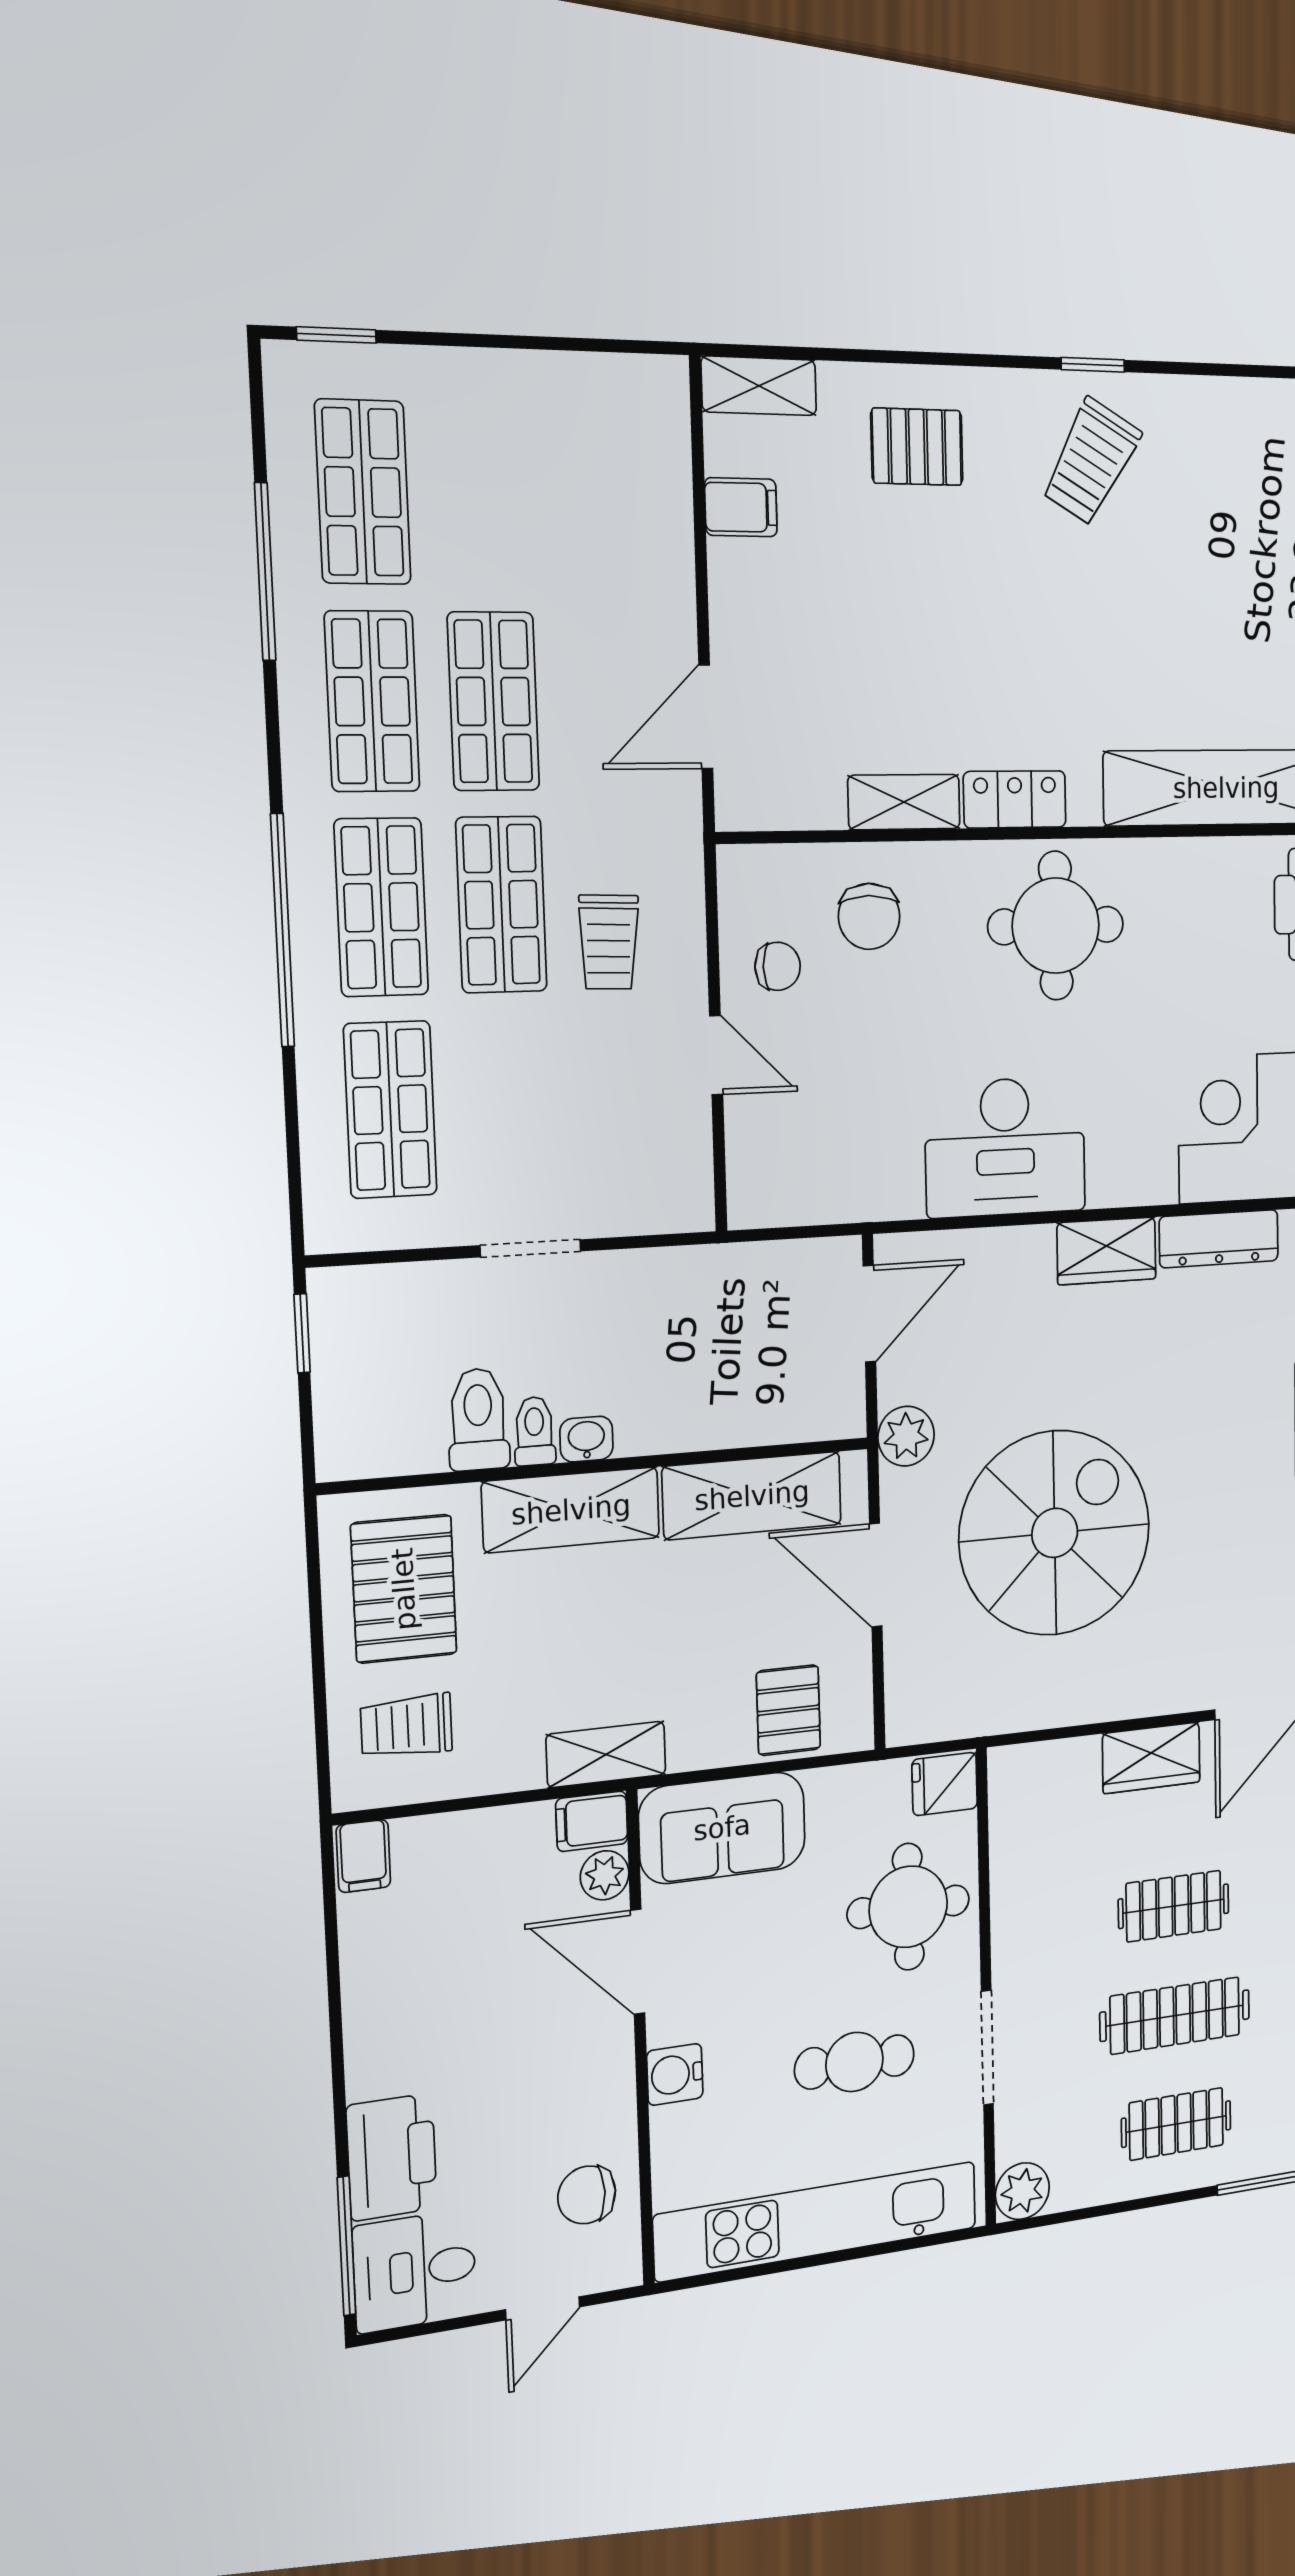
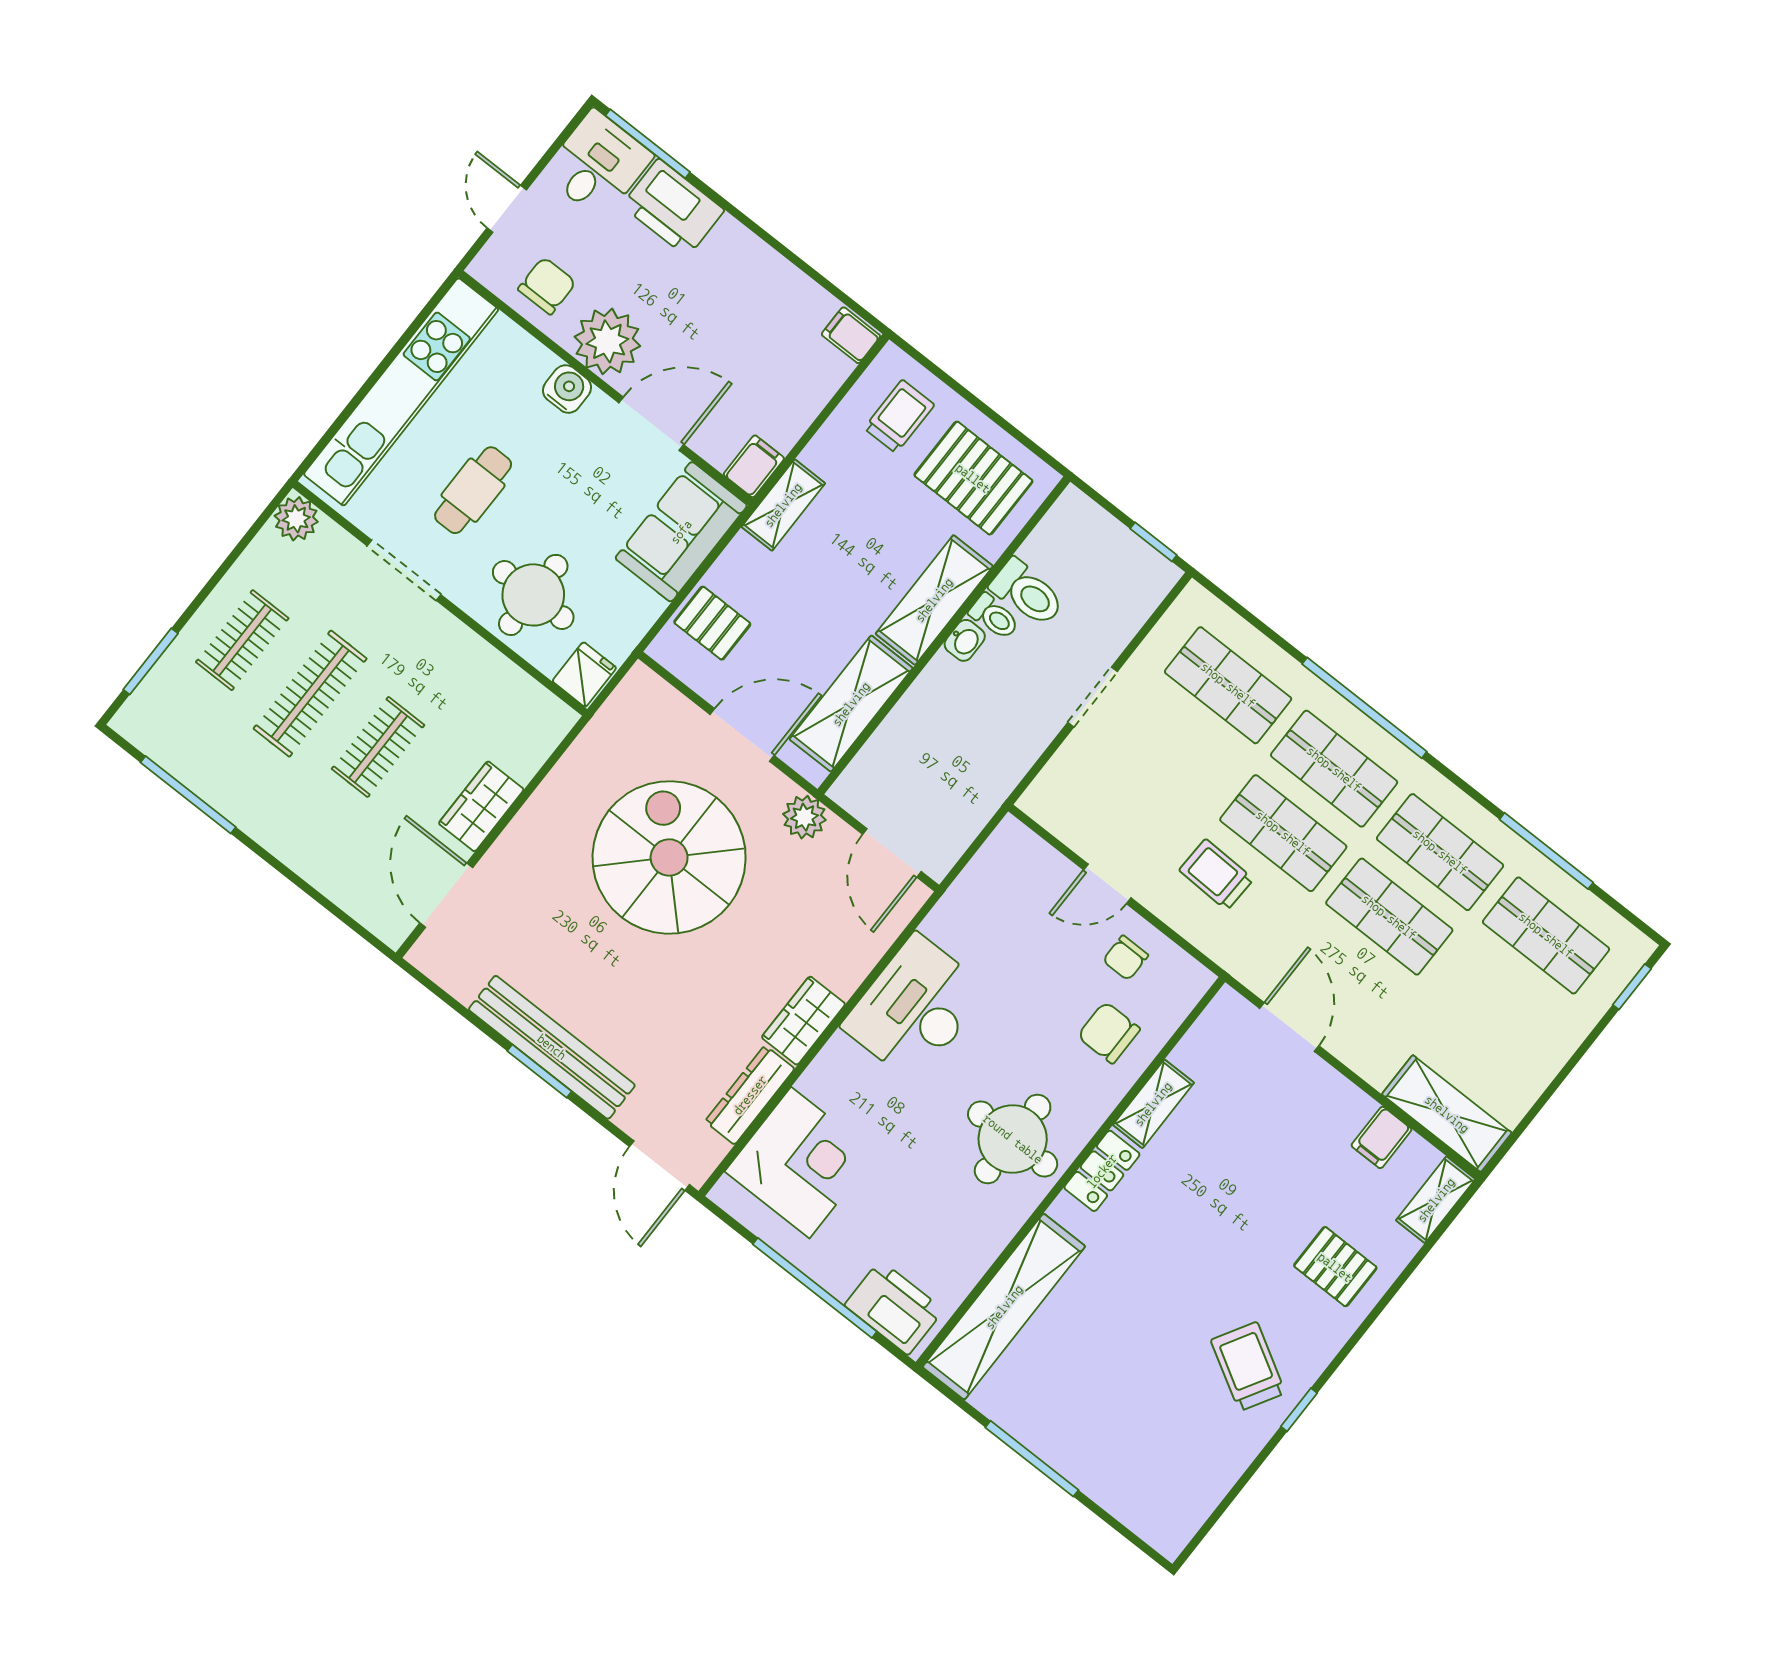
pallet: (917, 447) -> (1335, 1267), turned 90
shelving: (656, 450) -> (1447, 1114), added
spiral stairs: (1055, 1533) -> (669, 857), turned 180
plant: (605, 1875) -> (607, 341), moved, width x1.87, depth x1.87

